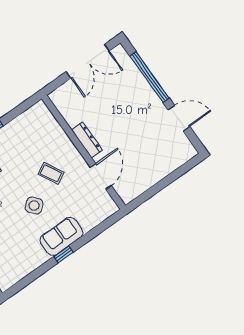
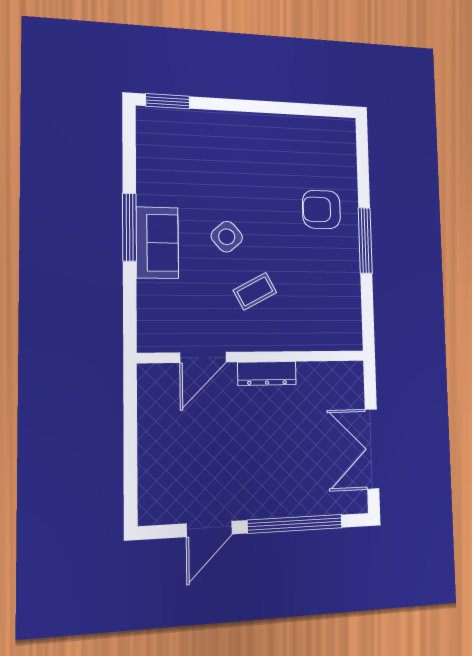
door: (101, 176) -> (203, 357), hinge flipped
window: (64, 254) -> (129, 227), width x2.17

